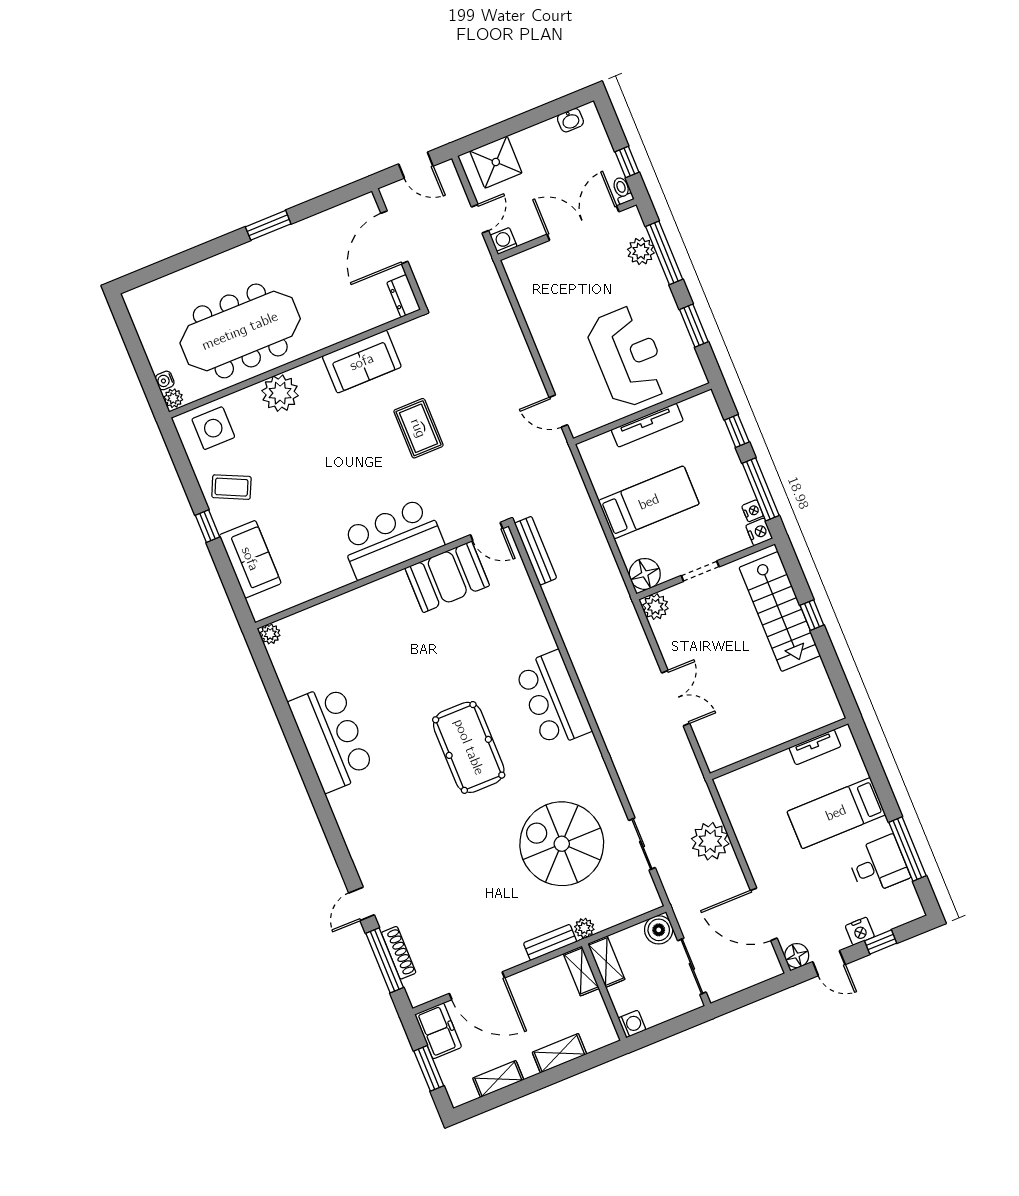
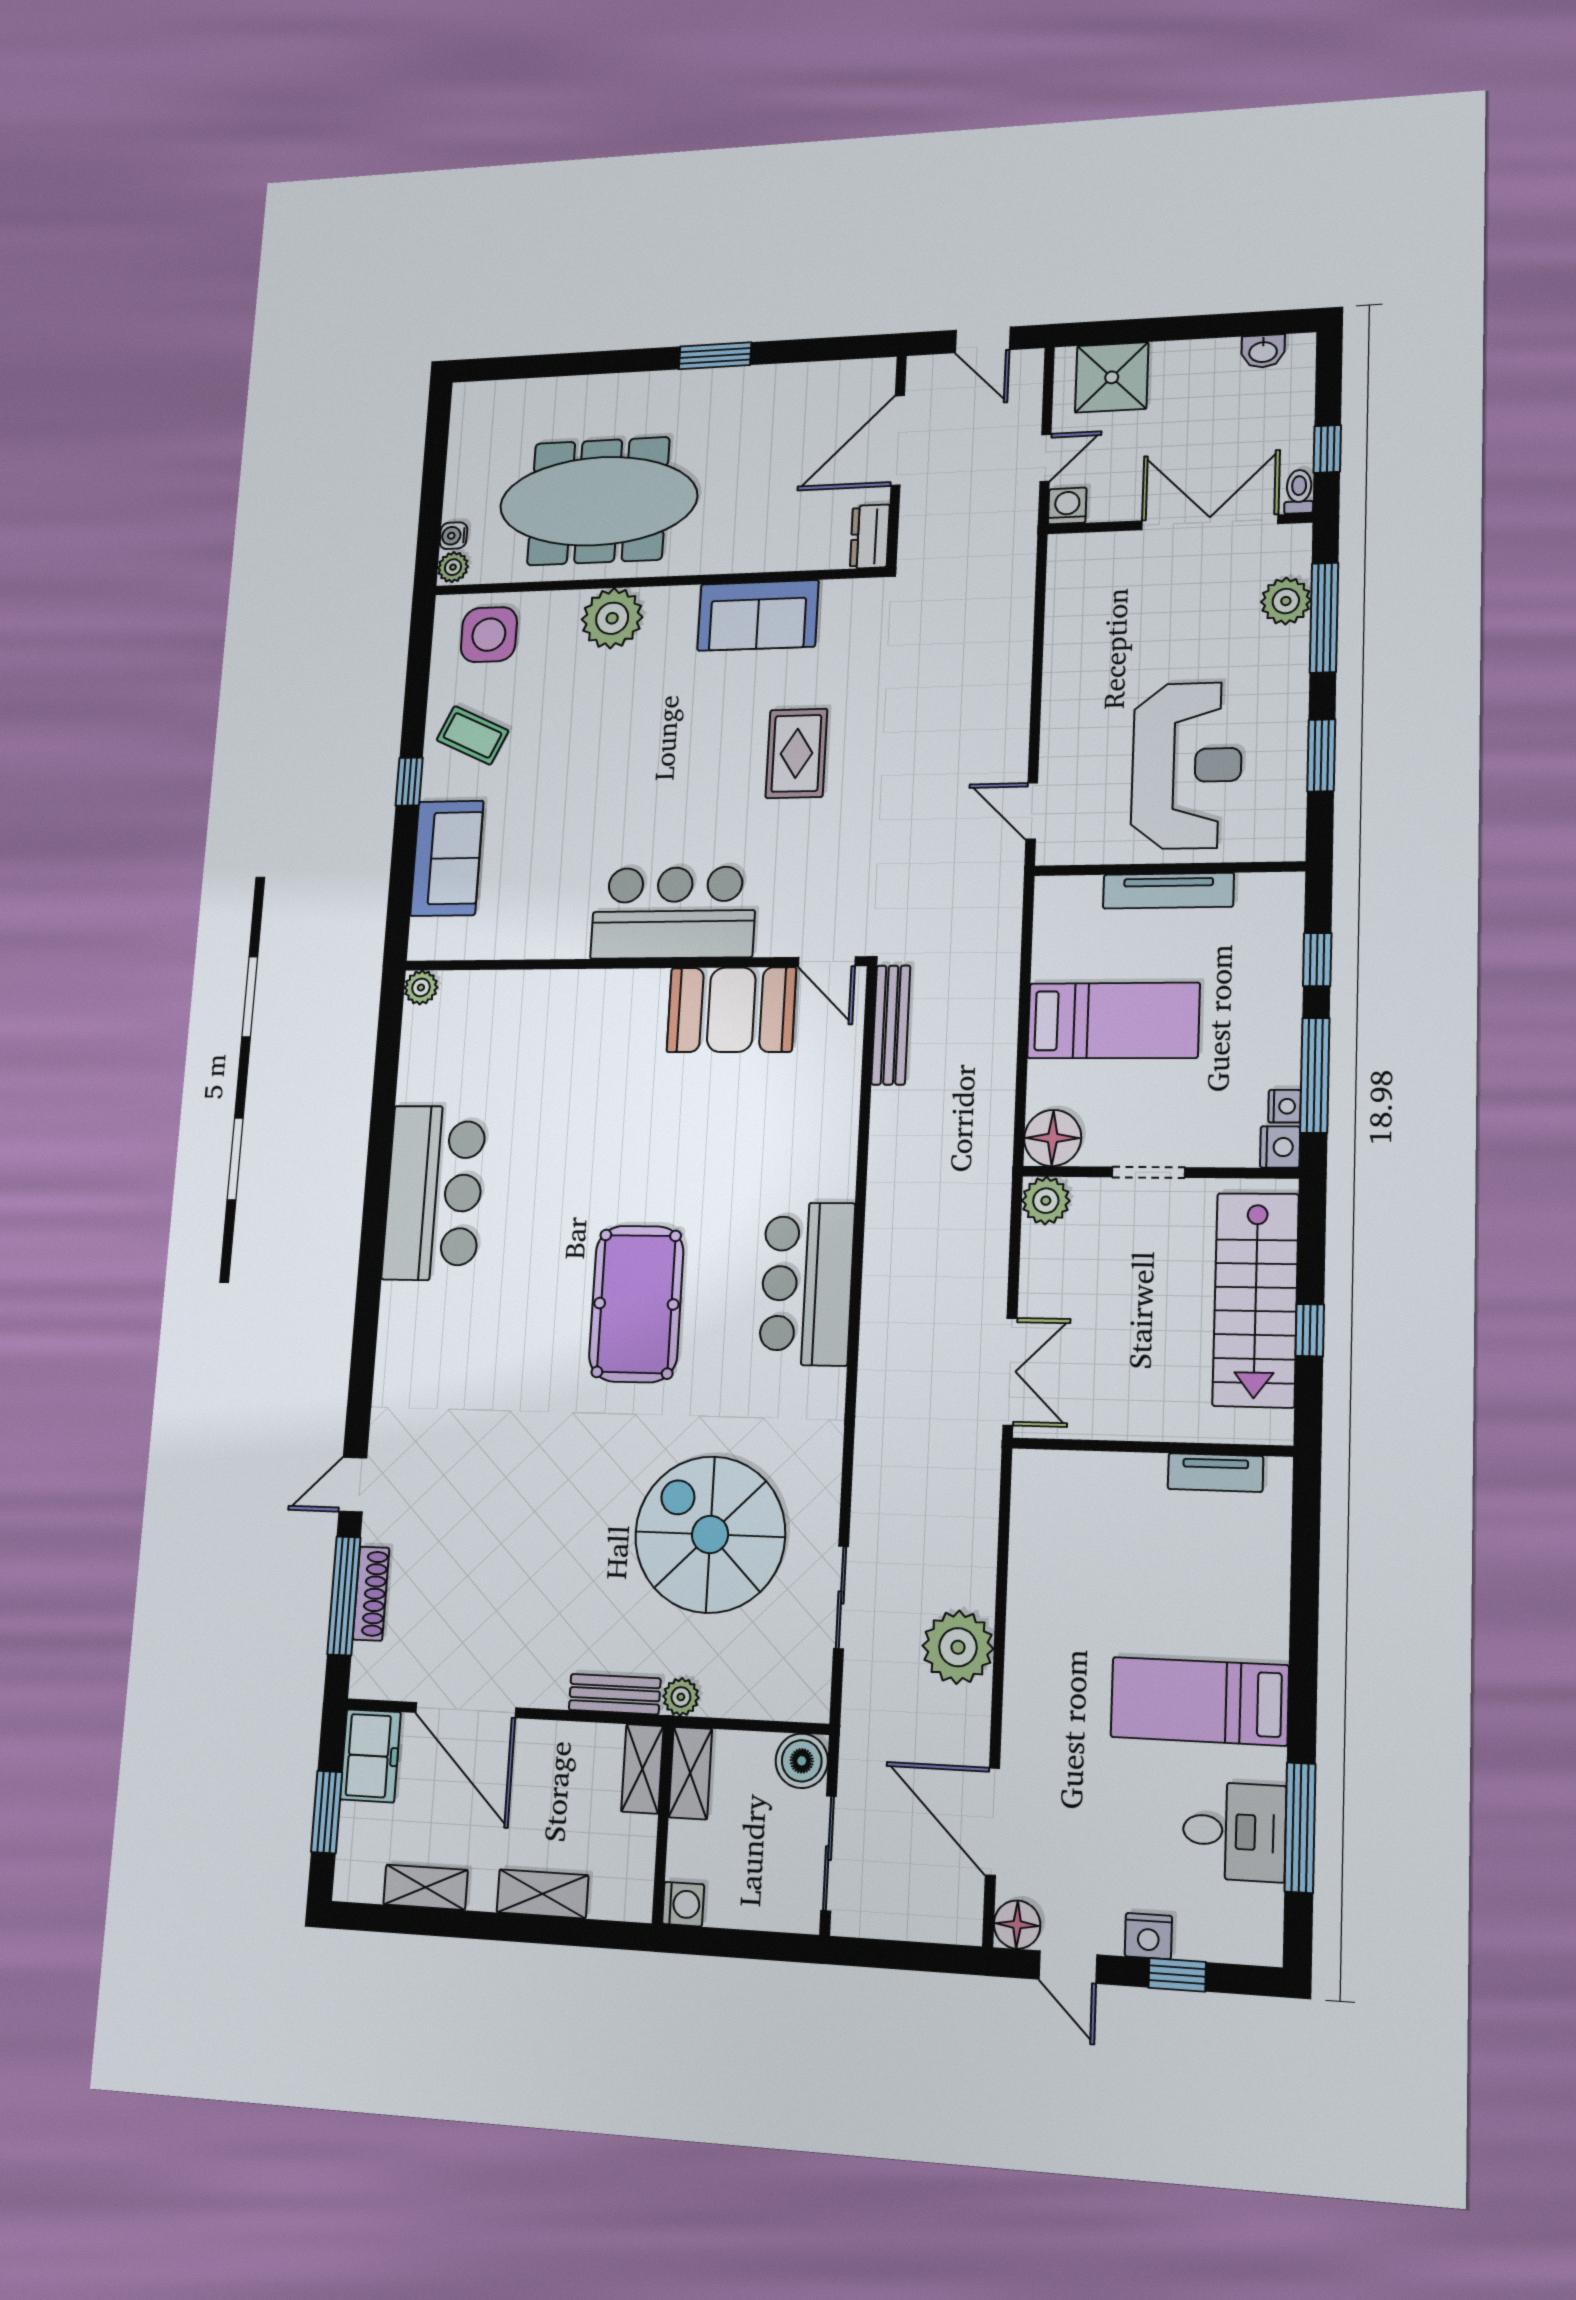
tv unit: (815, 747) -> (1215, 1473), moved
wall: (779, 749) -> (1151, 1447), moved

